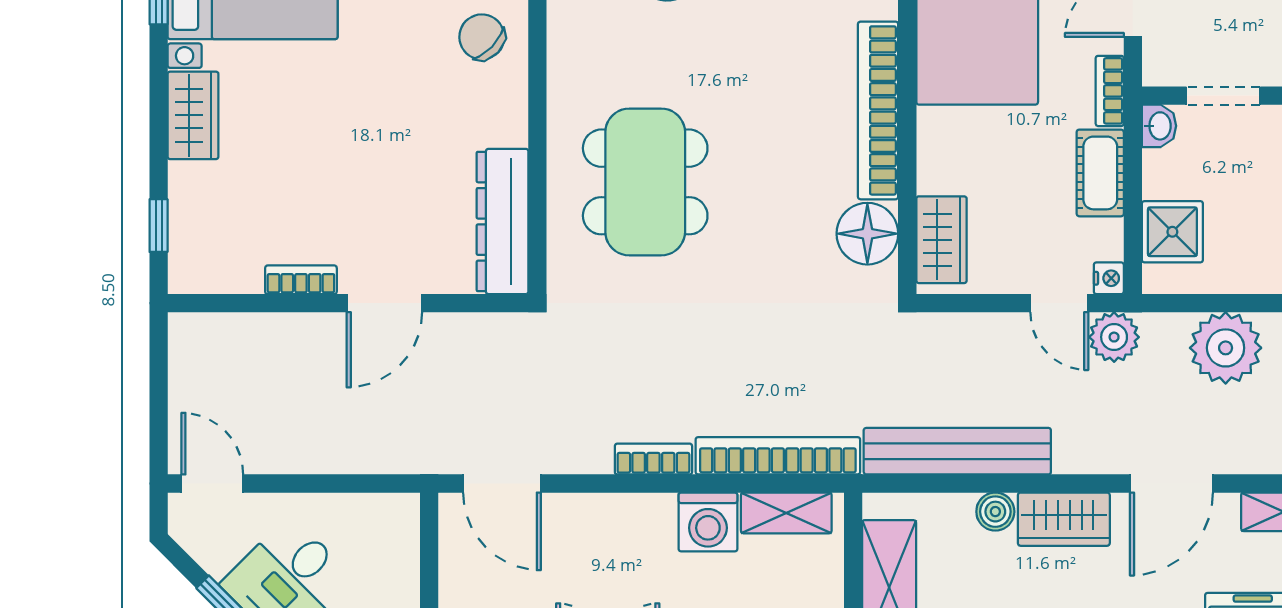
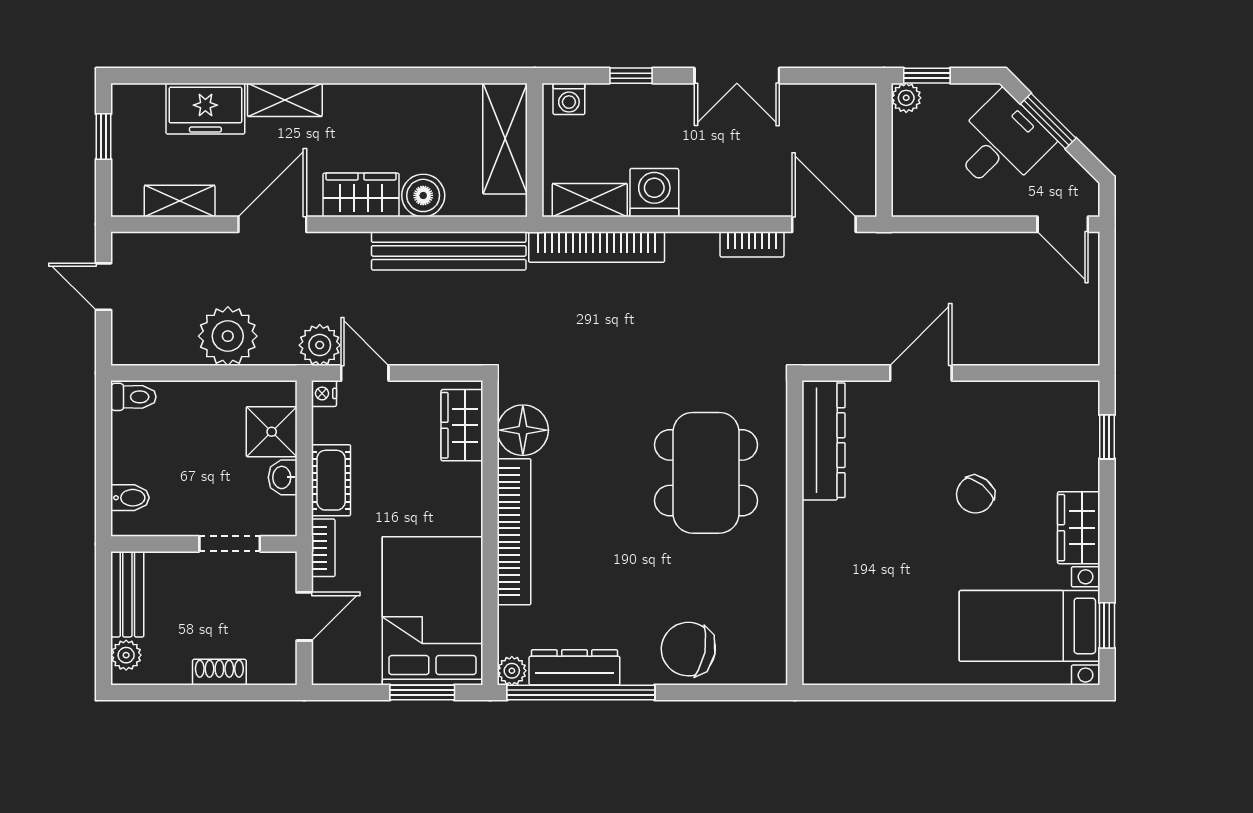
chair: (482, 37) -> (975, 495), moved, turned 84
washbasin: (1159, 126) -> (283, 477), moved
bookcase: (301, 280) -> (990, 392), removed
bookcase: (653, 459) -> (752, 244), moved
boiler: (995, 512) -> (423, 195), width x1.36, depth x1.36

